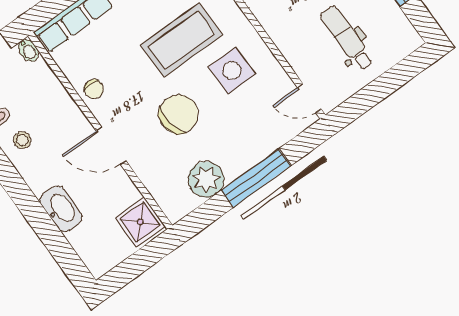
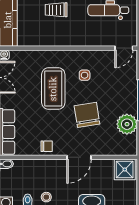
side table: (232, 70) -> (85, 75), width x0.54, depth x0.54

